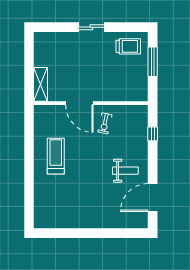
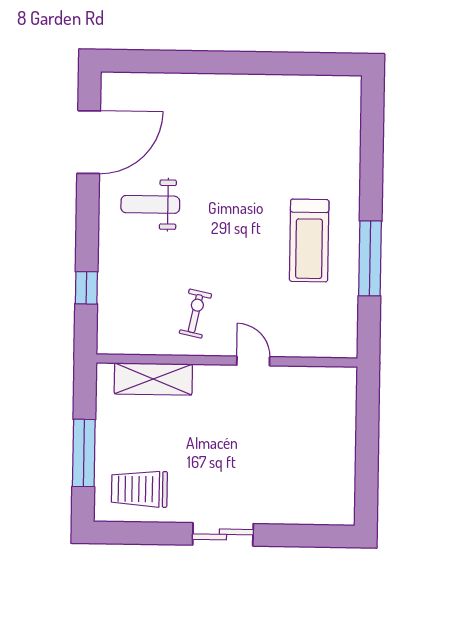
shelving: (41, 84) -> (153, 379), moved, turned 90
door: (79, 103) -> (253, 361), width x0.53
window: (29, 149) -> (370, 258), added

